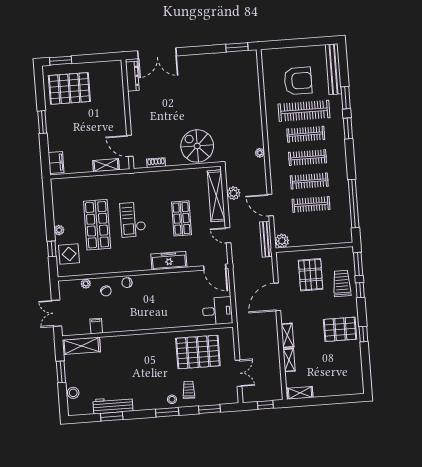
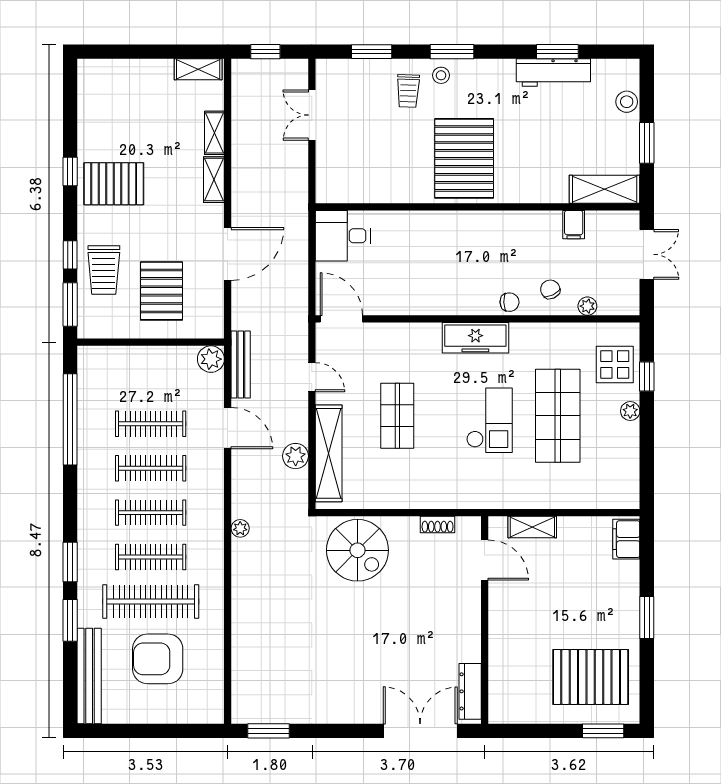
freezer: (169, 261) -> (475, 338), moved
pallet: (198, 352) -> (464, 158), moved, turned 90

